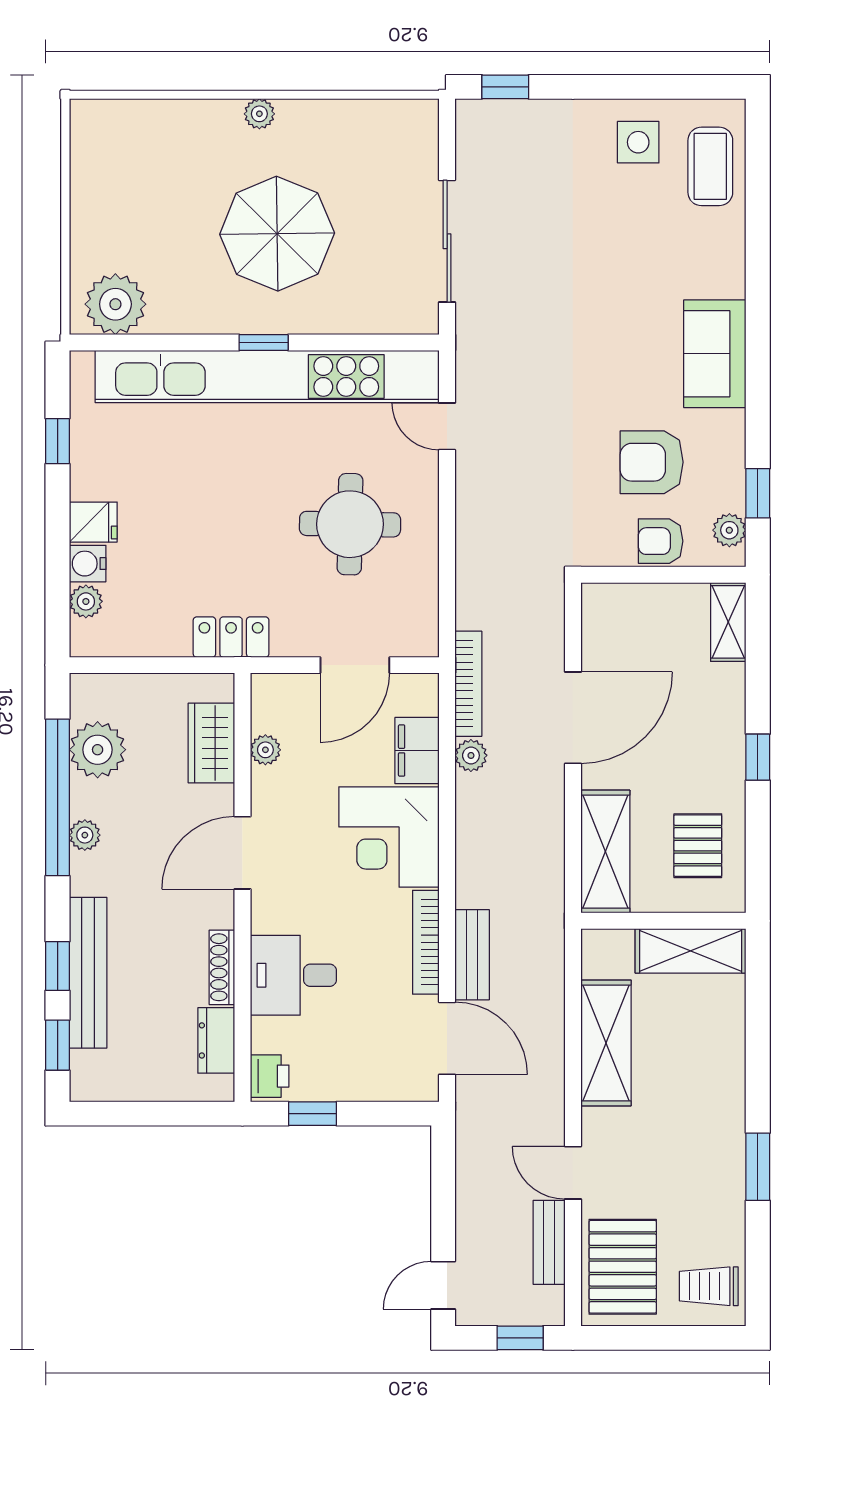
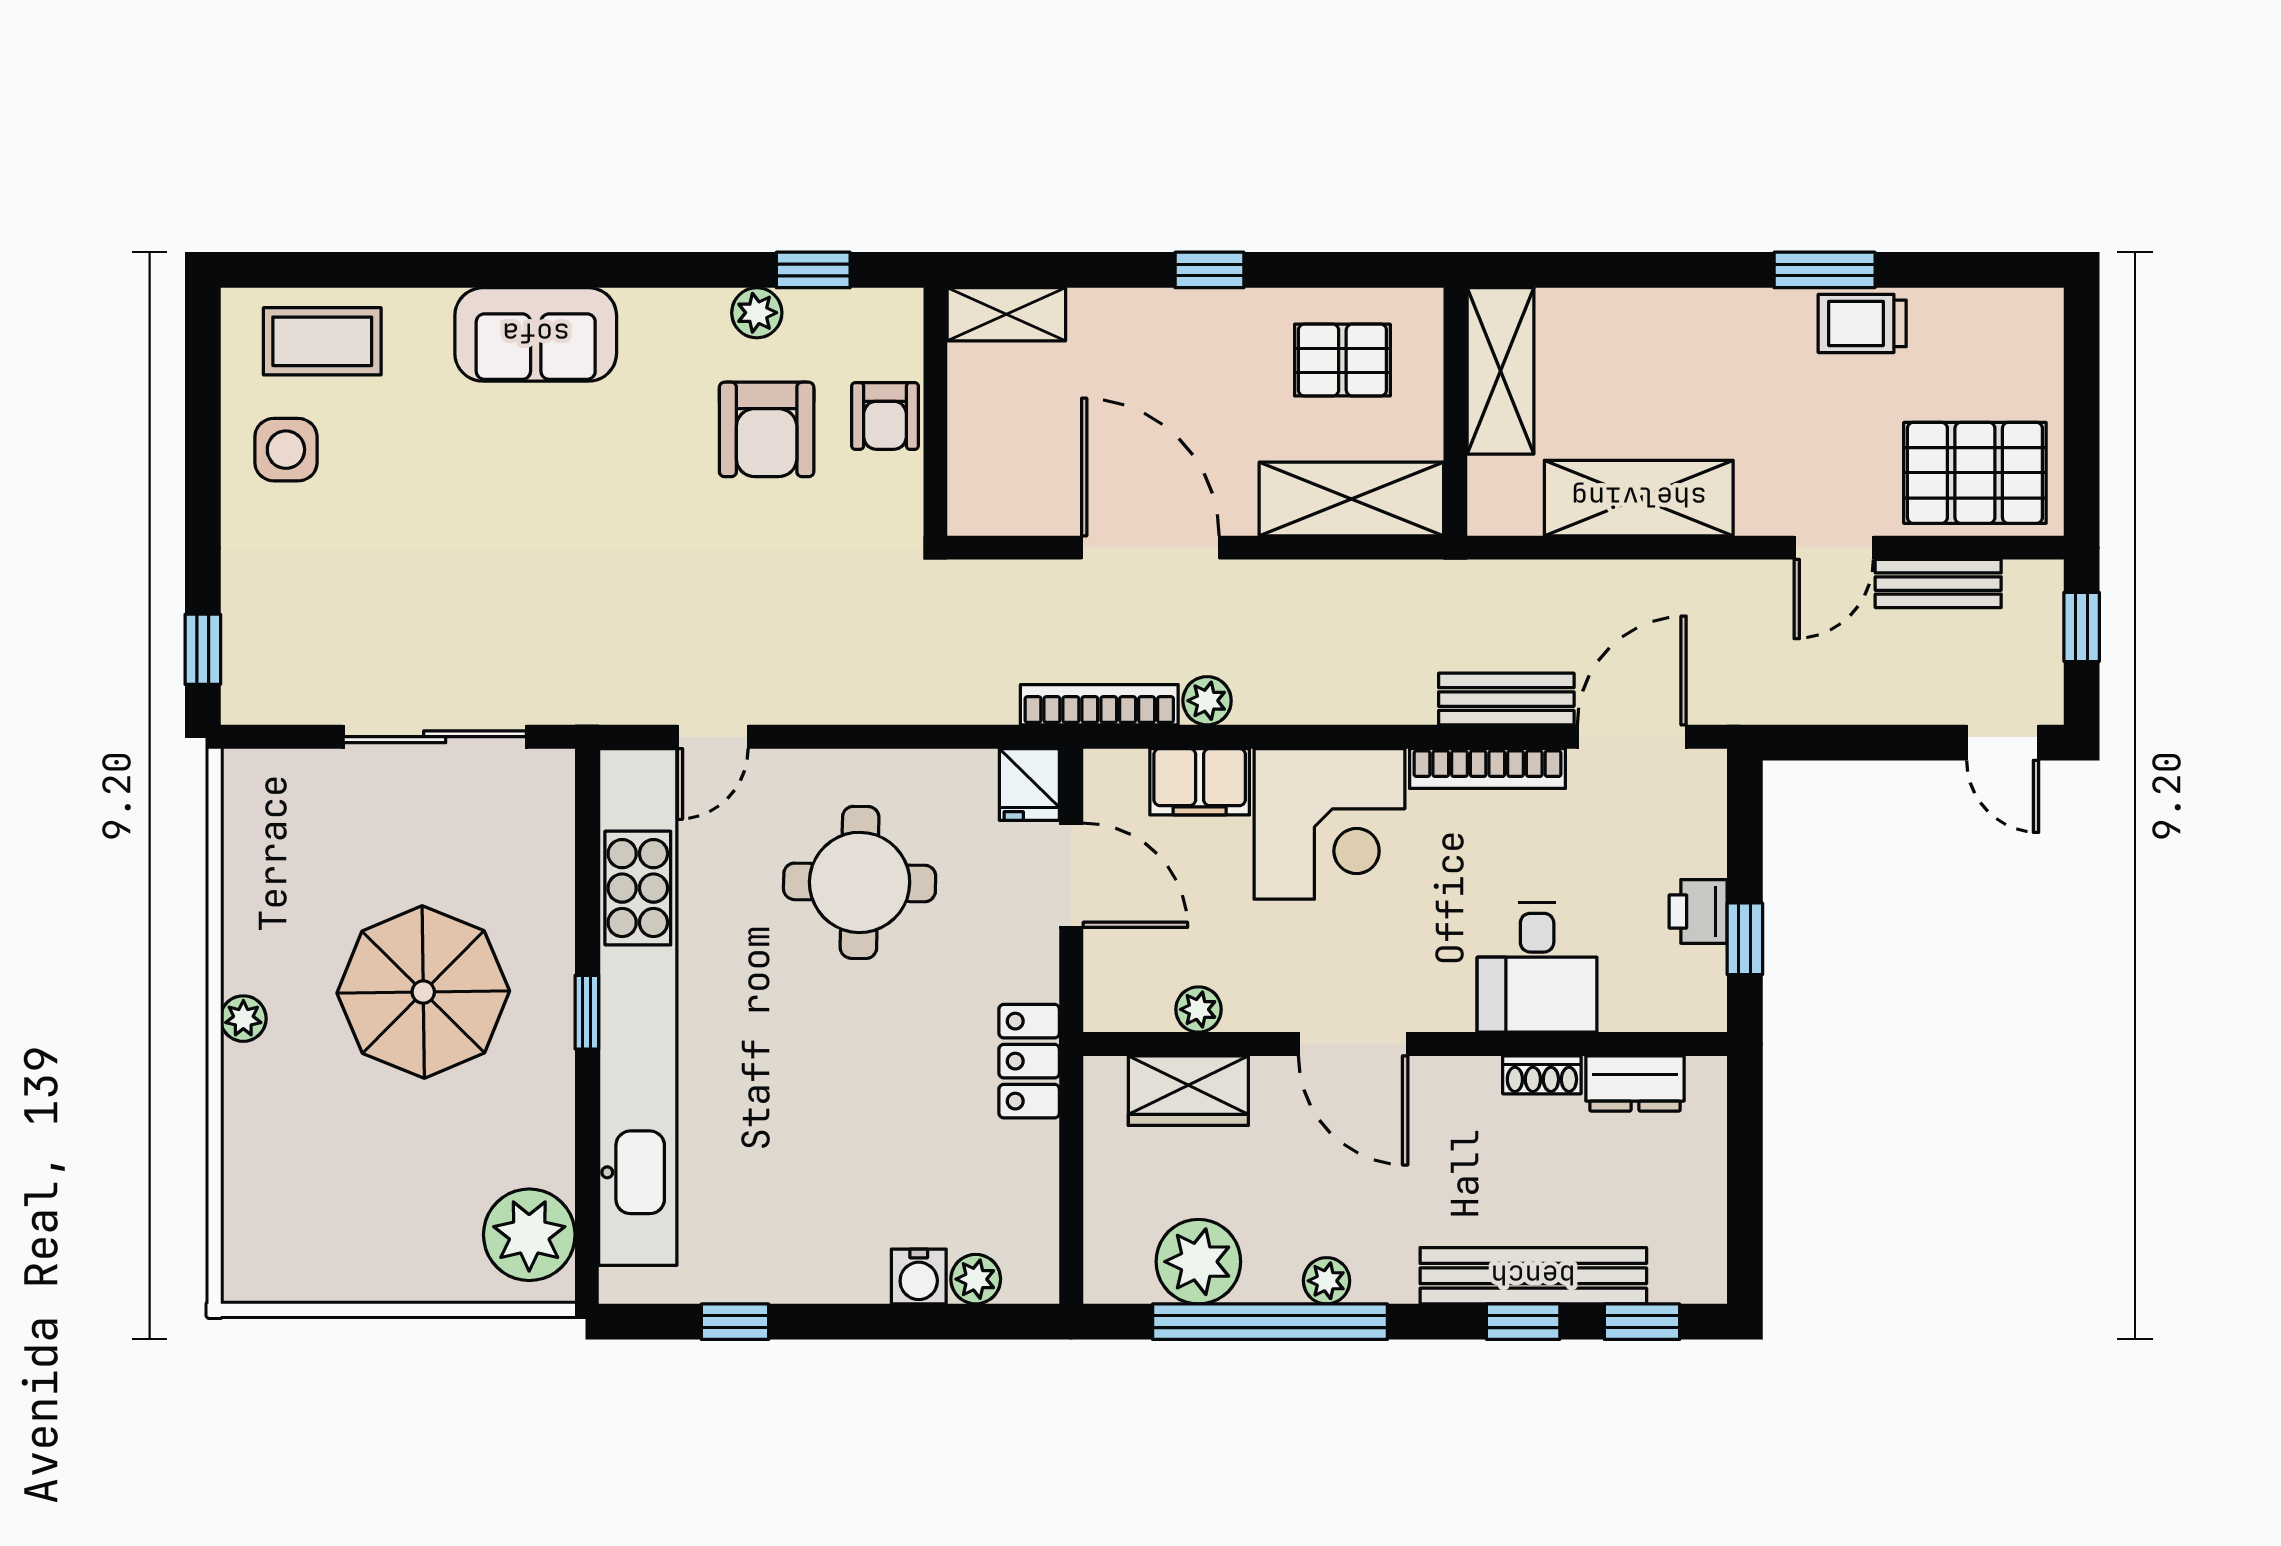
sofa: (715, 354) -> (536, 334), moved
fridge: (93, 522) -> (1029, 784), moved, turned 180
plant: (729, 530) -> (757, 313), moved
shoe rack: (222, 967) -> (1542, 1075), width x0.70
printer: (270, 1076) -> (1698, 911), moved, turned -90
trolley: (709, 1286) -> (1862, 323), moved, turned 90

